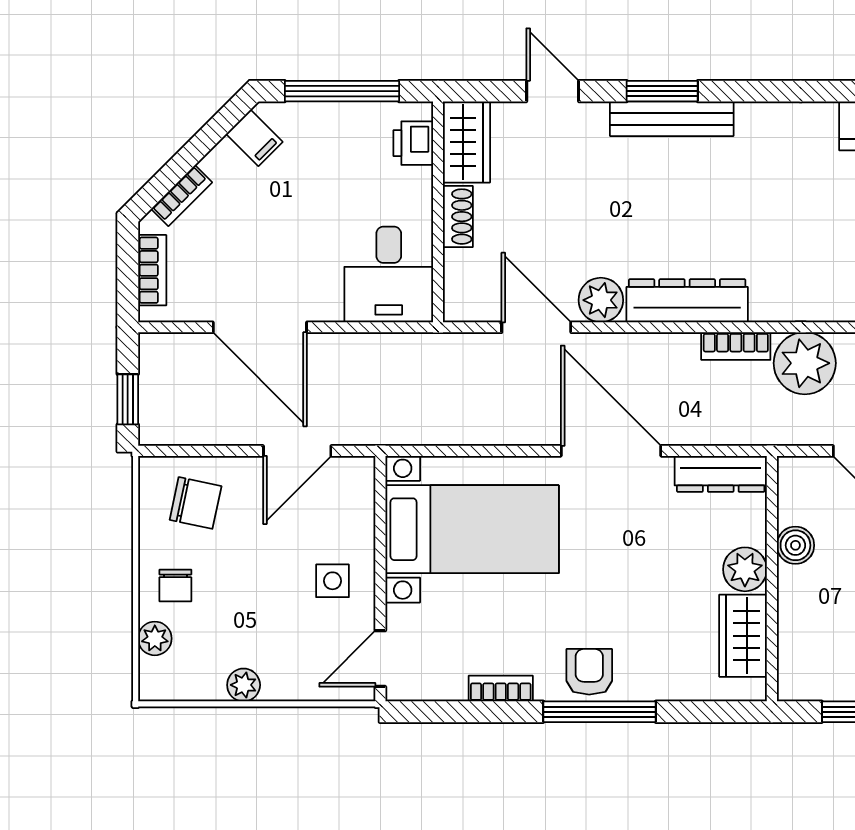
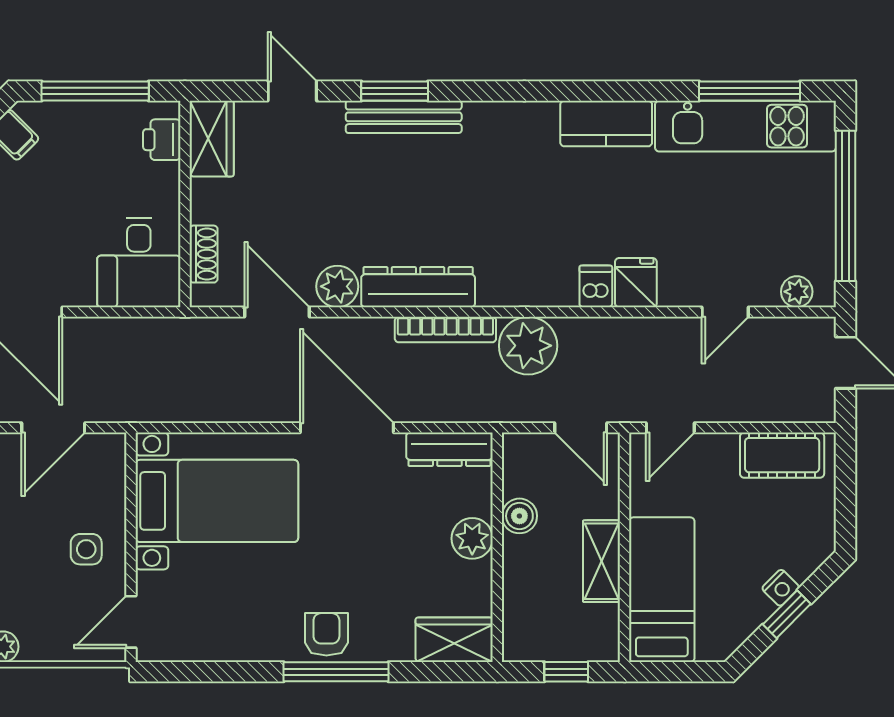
shoe rack: (458, 217) -> (204, 254), moved
bookcase: (736, 346) -> (445, 330), width x1.56
wardrobe: (743, 636) -> (454, 640), moved, turned 90
bookcase: (501, 689) -> (244, 650), removed

